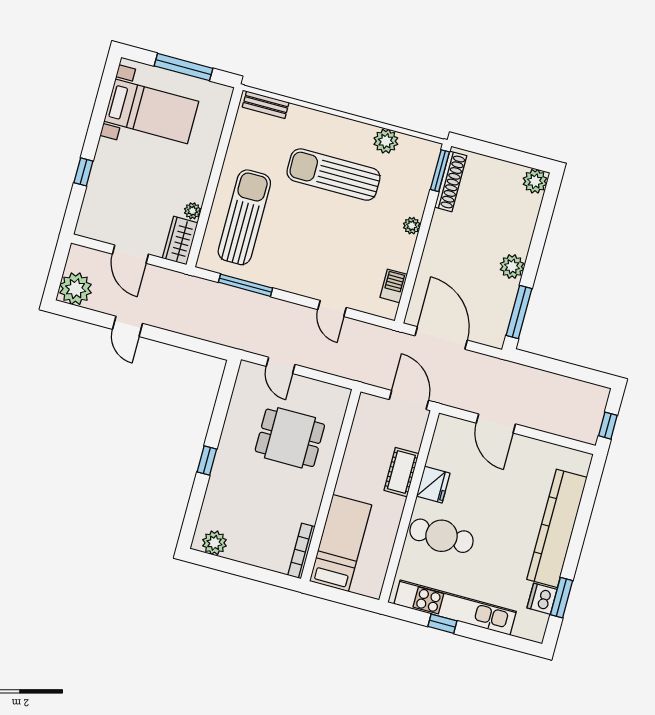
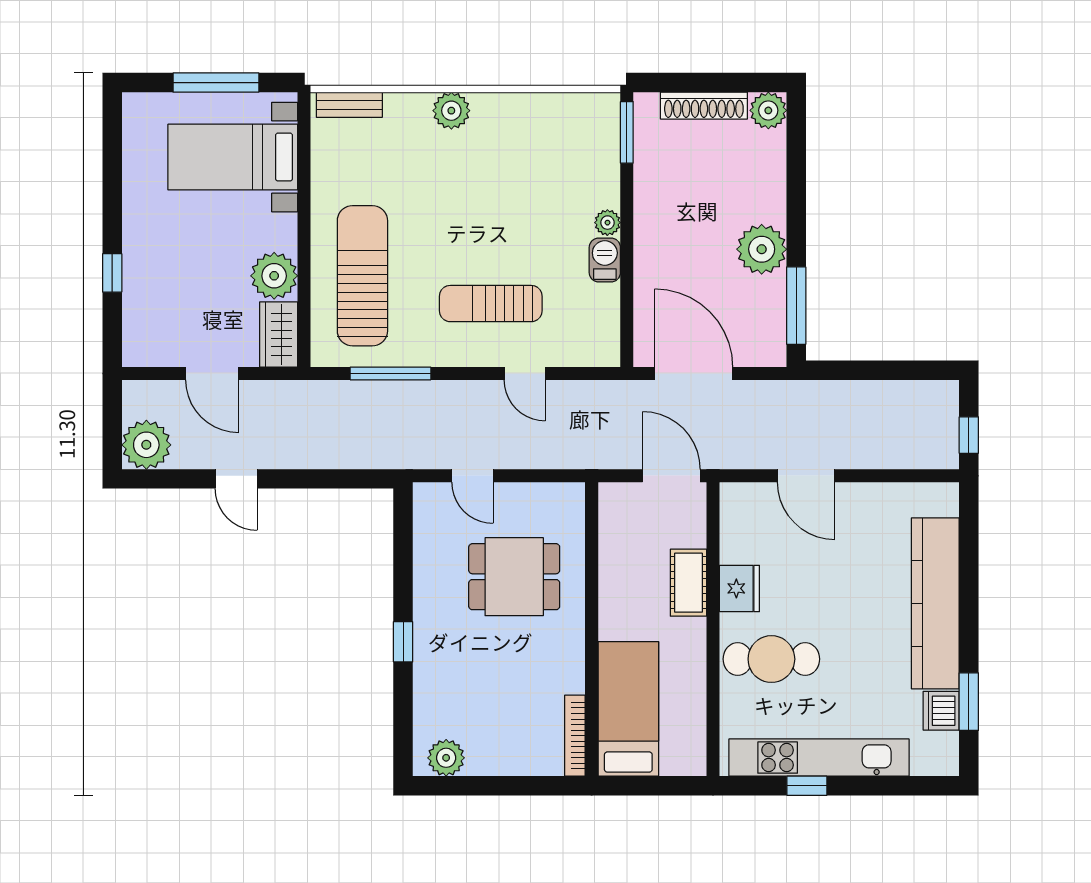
bed with nightstands: (151, 111) -> (233, 157), moved, turned 180
plant: (386, 141) -> (451, 111), moved
sun lounger: (333, 175) -> (491, 304), moved, width x0.73, depth x0.75
shoe rack: (451, 181) -> (704, 106), moved, turned 90
plant: (193, 211) -> (274, 276), width x1.88, depth x1.88
plant: (512, 267) -> (762, 249), width x1.36, depth x1.36
barbecue: (394, 286) -> (605, 260), moved

